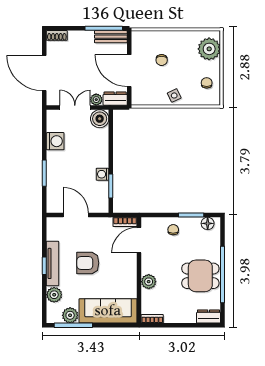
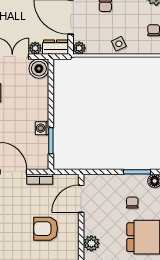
plant: (137, 99) -> (79, 48), added
bookcase: (125, 222) -> (40, 179), moved
chair: (173, 230) -> (132, 203), moved
armchair: (88, 263) -> (46, 229), moved

